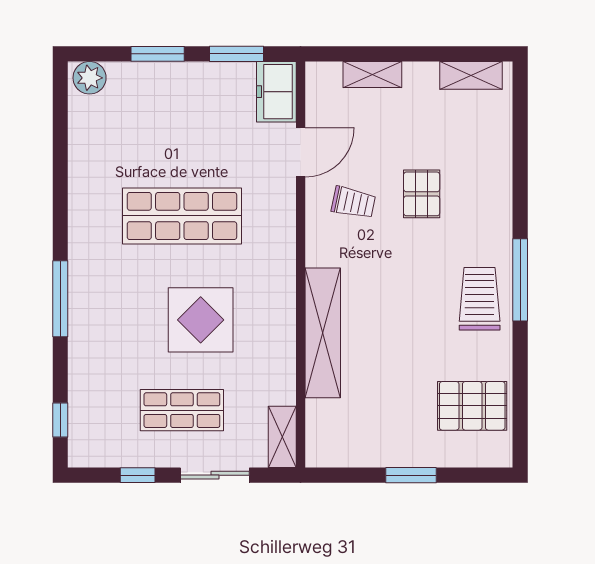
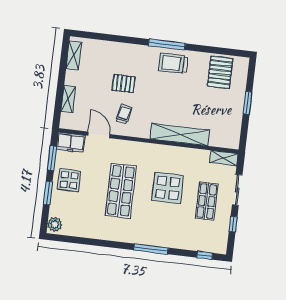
display table: (192, 98) -> (69, 180), added

